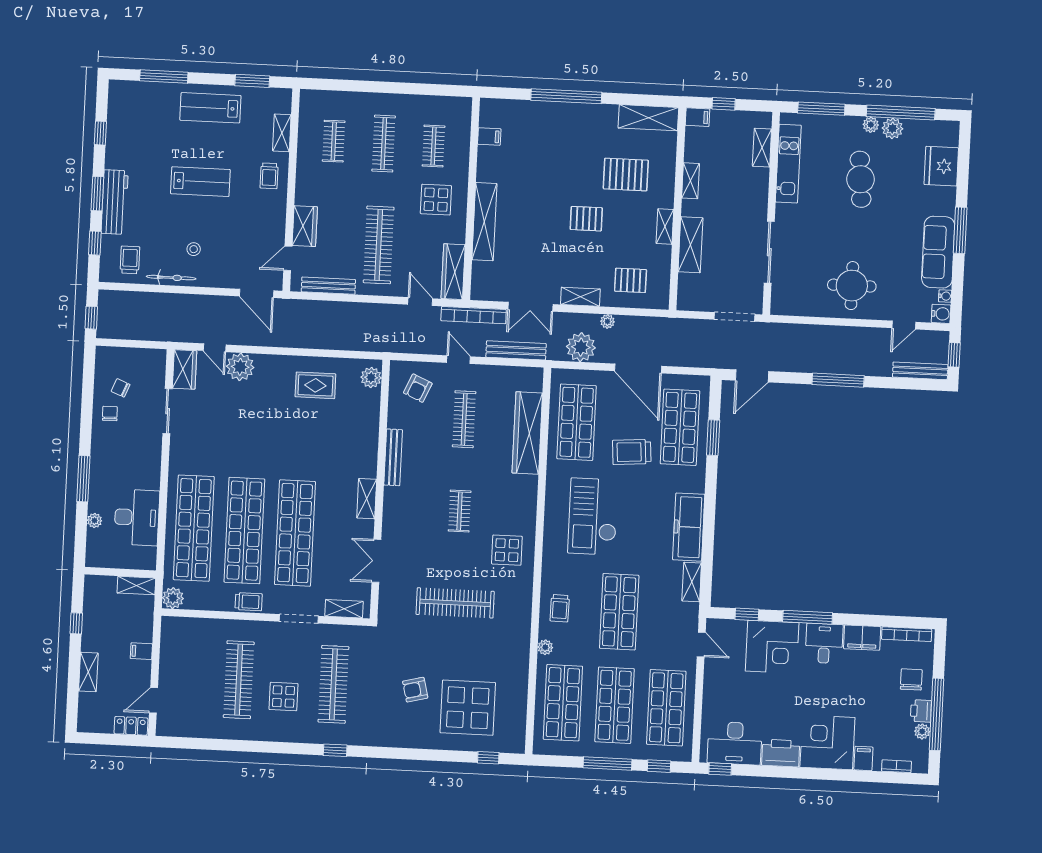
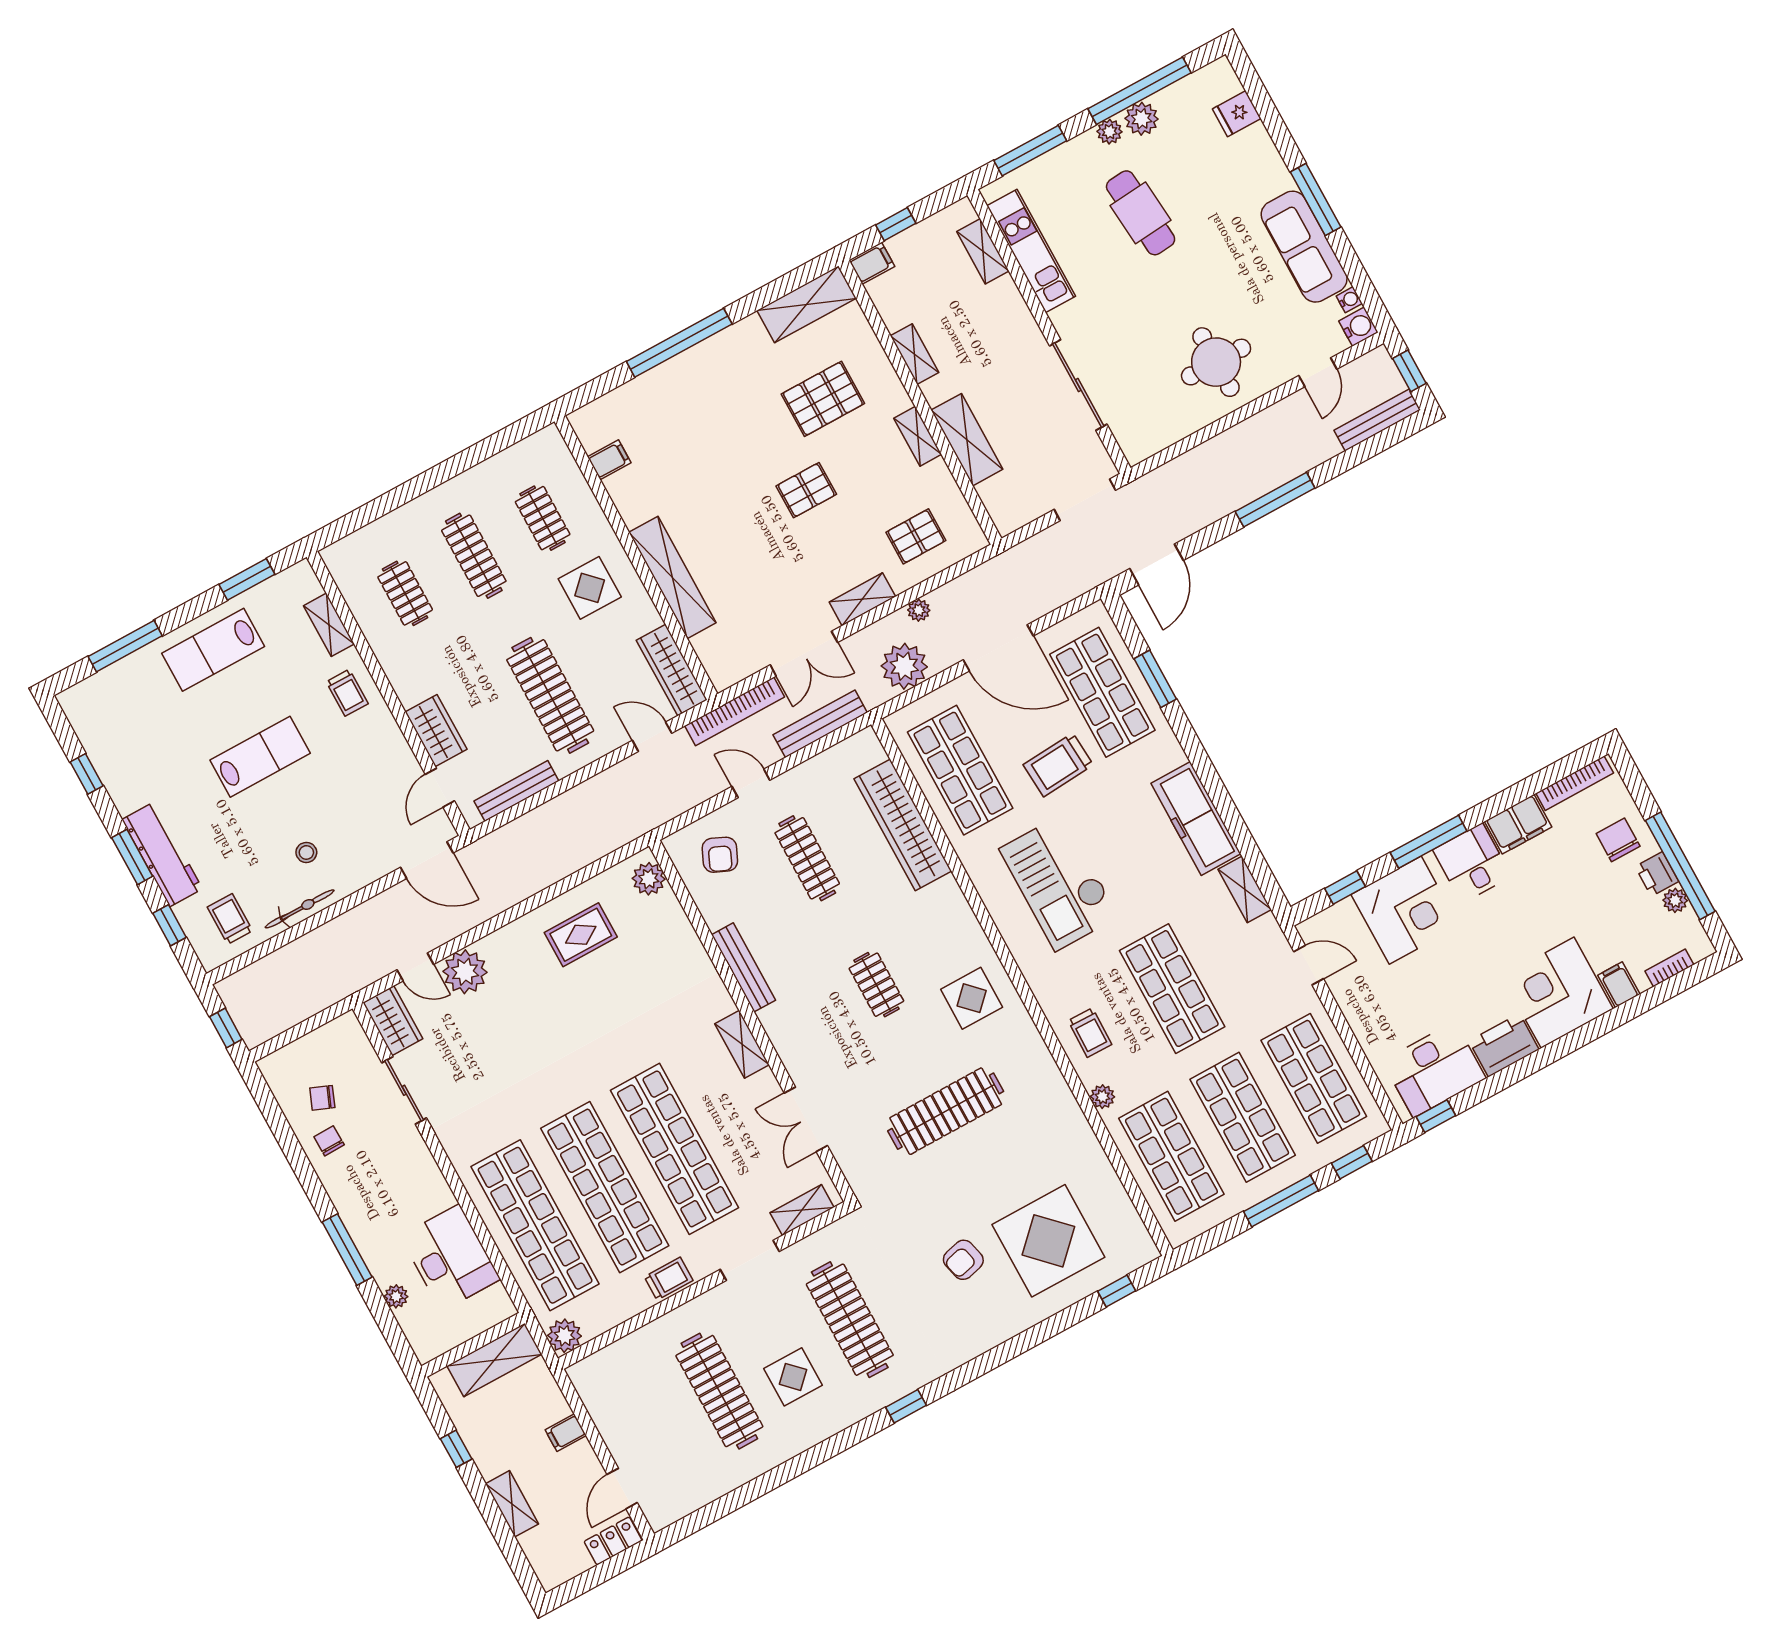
fridge: (941, 166) -> (1237, 114), width x0.53, depth x0.75
shelving: (136, 585) -> (494, 1360), width x1.50, depth x1.33

